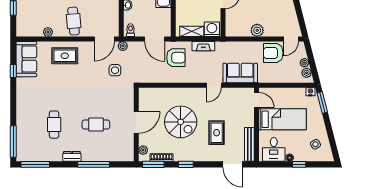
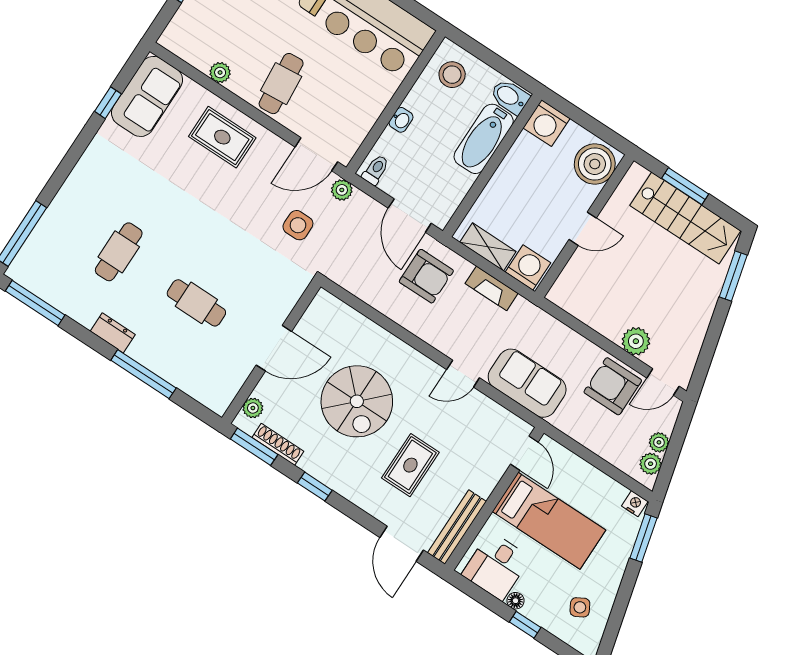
plant: (257, 30) -> (636, 341), moved

